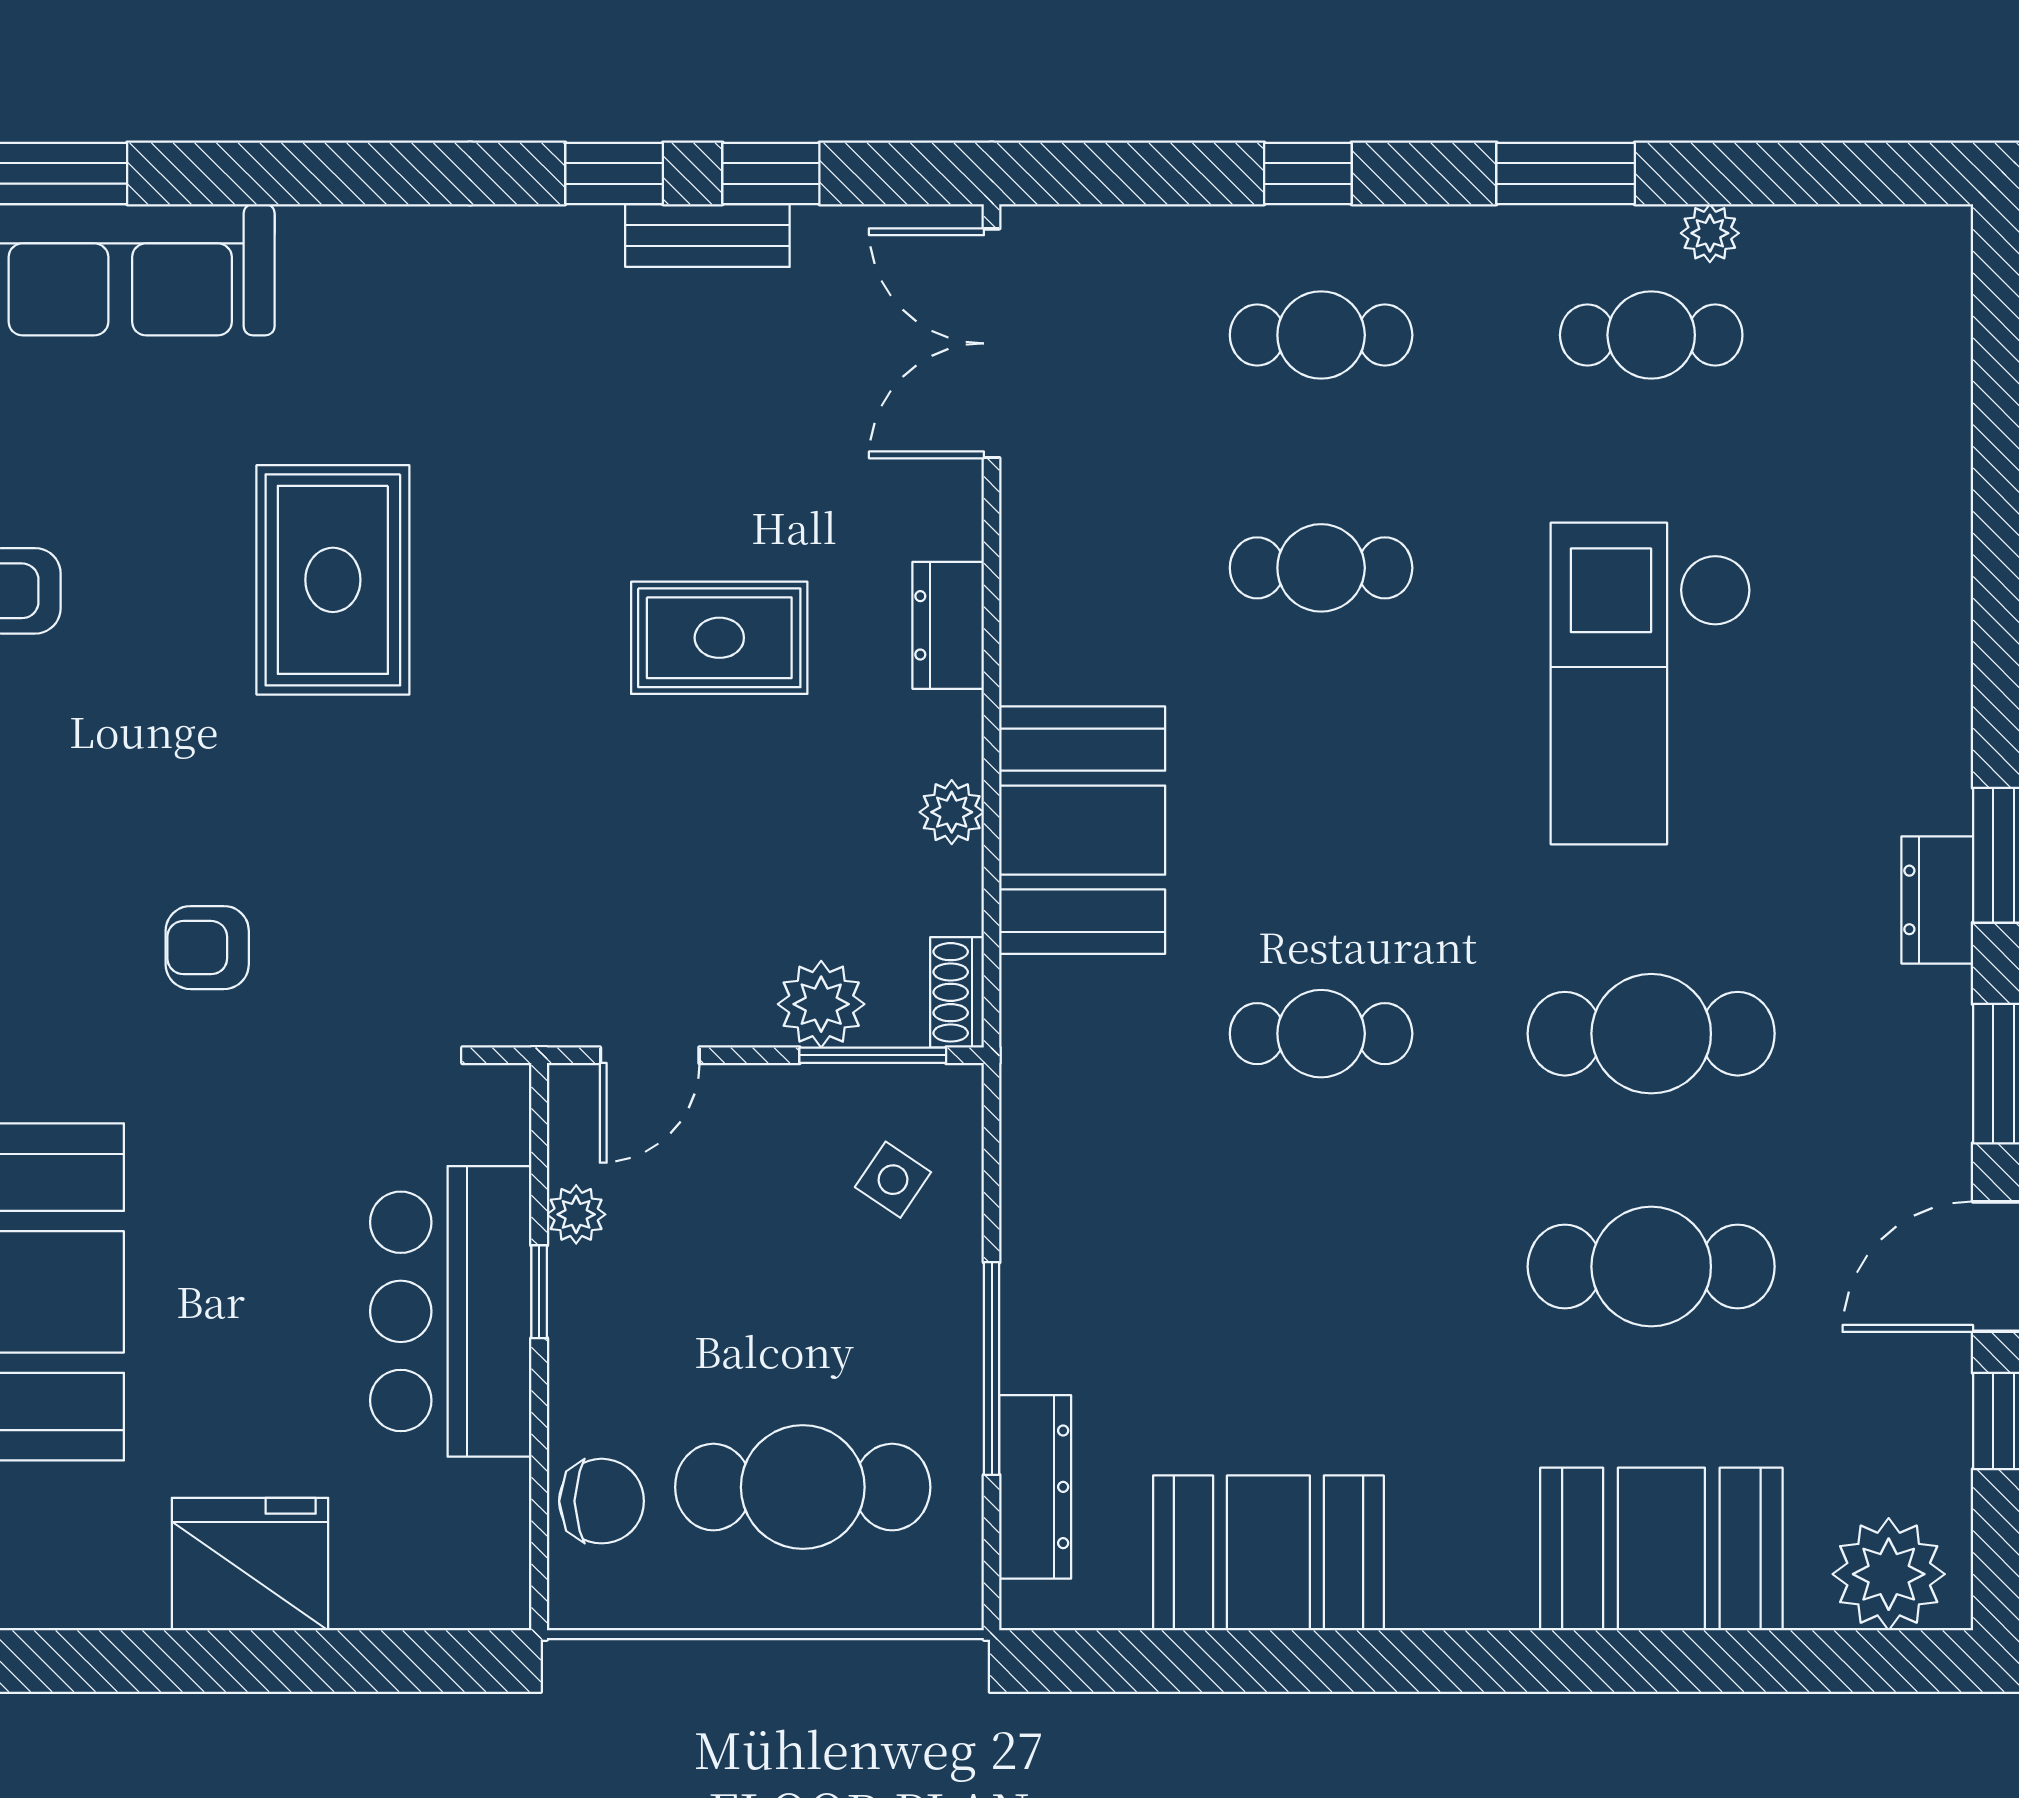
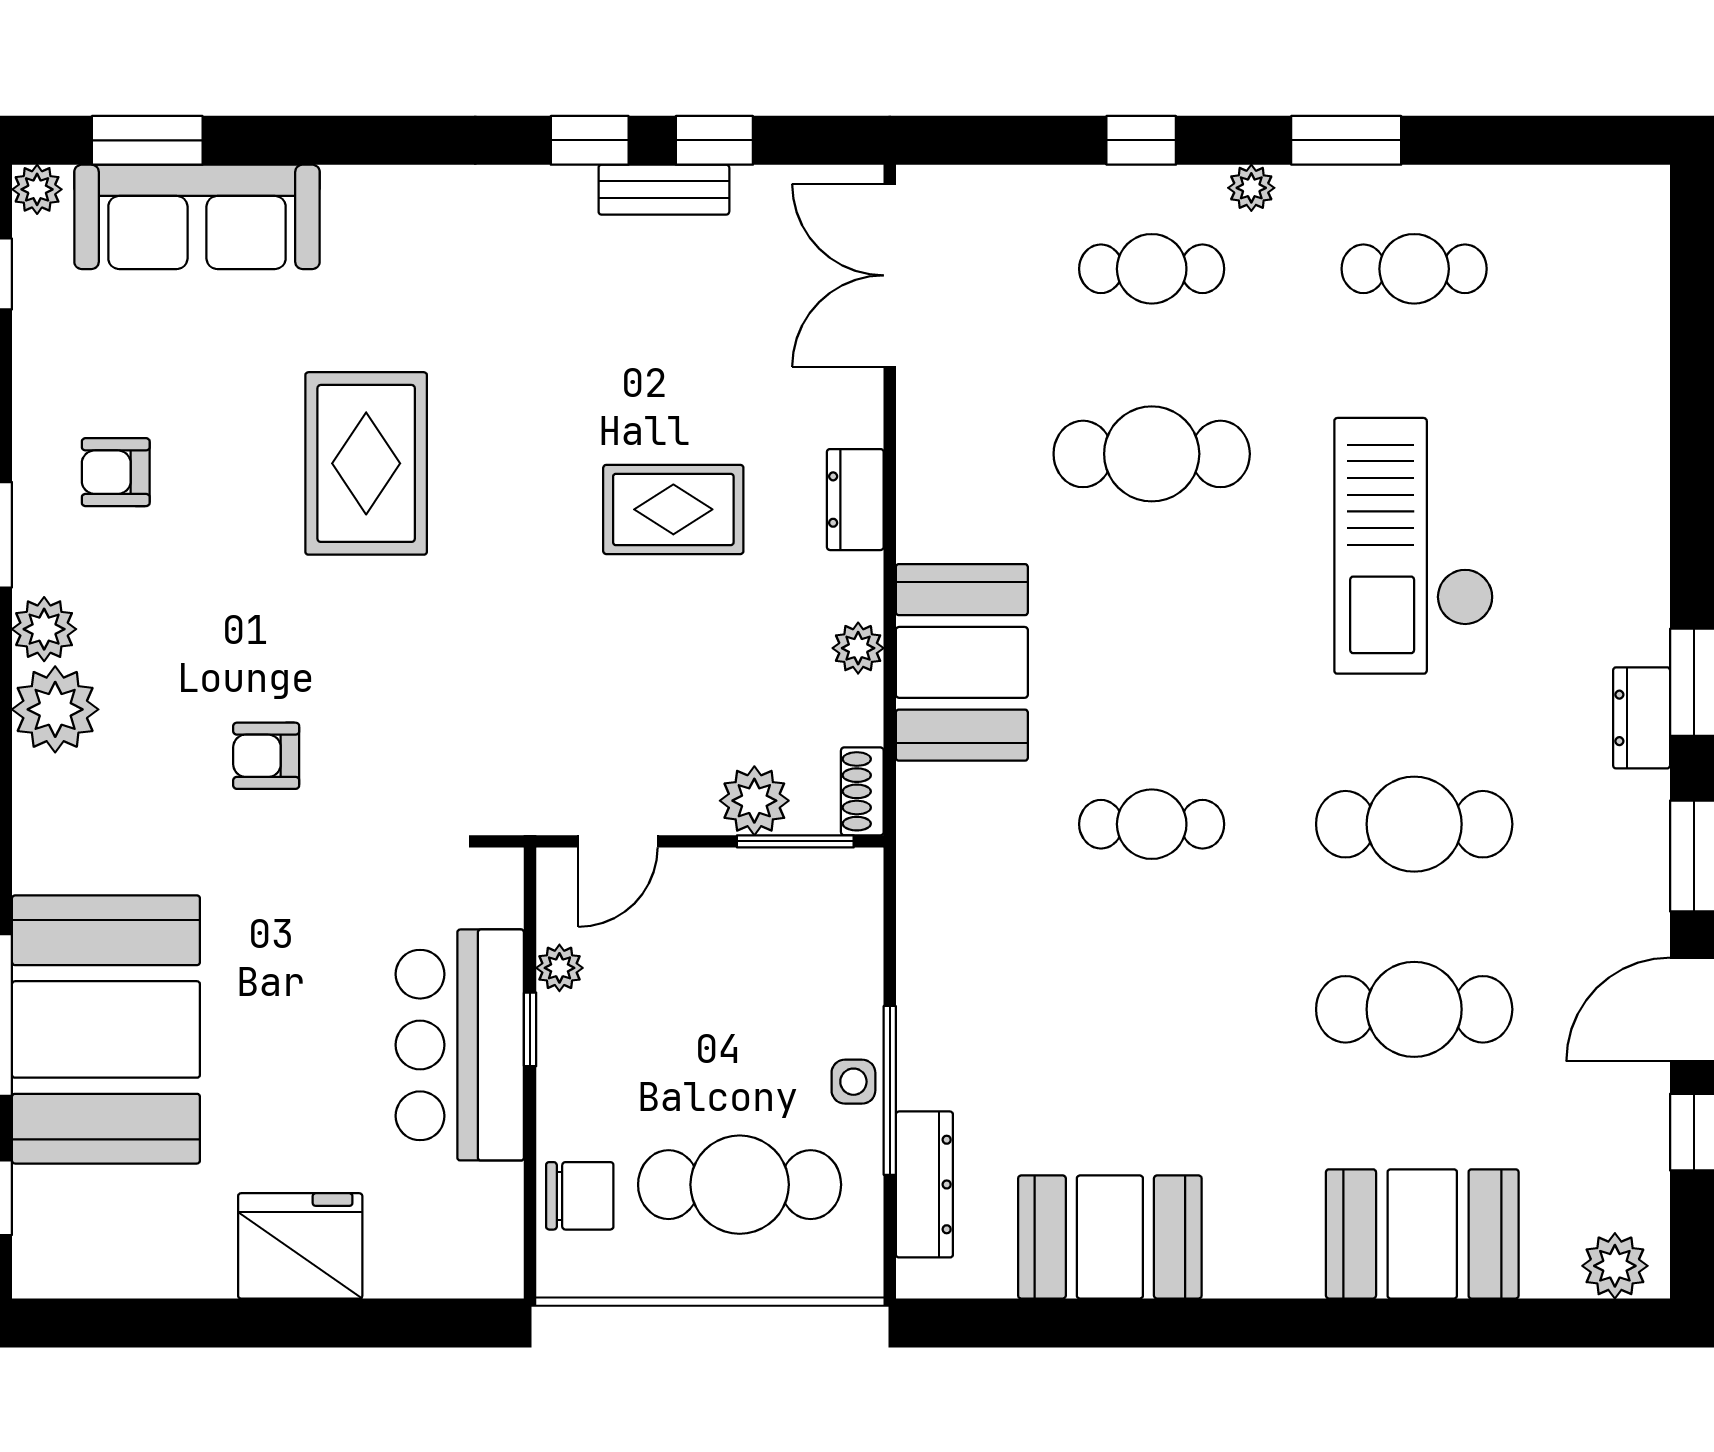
plant: (1710, 233) -> (1251, 188), moved
cafe table: (1321, 568) -> (1152, 454), width x1.37, depth x1.35
side table: (893, 1180) -> (853, 1082), moved, turned -34
plant: (1889, 1574) -> (1615, 1266), width x0.73, depth x0.73

